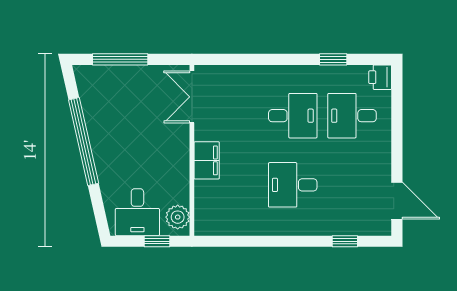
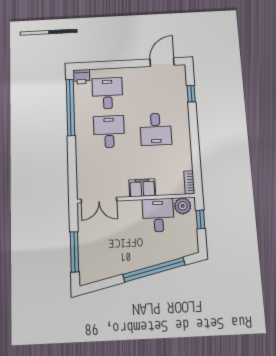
window: (333, 59) -> (70, 107), width x3.17
desk: (352, 116) -> (107, 93), turned 180
window: (84, 142) -> (154, 270), moved
desk: (137, 212) -> (158, 215), moved, turned -90
bookcase: (211, 229) -> (189, 182), added

